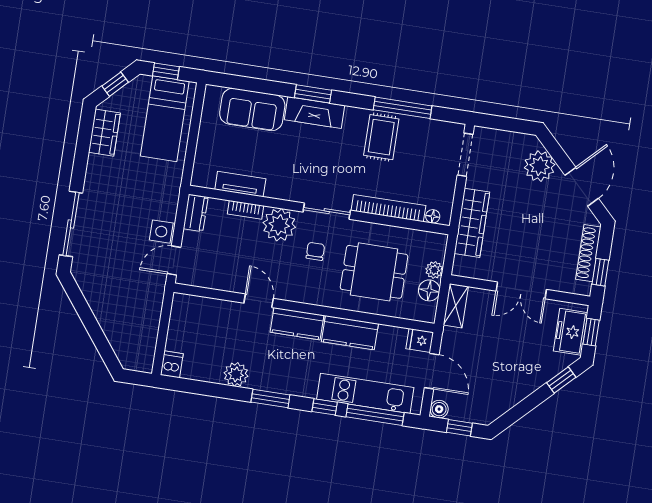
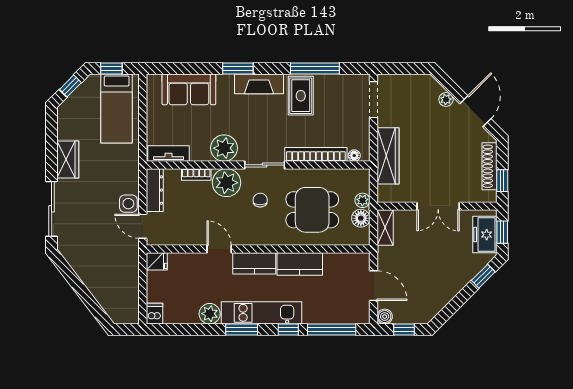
fireplace: (315, 113) -> (259, 84), moved
wardrobe: (104, 133) -> (68, 160), moved
plant: (539, 166) -> (446, 100), width x0.53, depth x0.53
tv unit: (240, 184) -> (169, 153), moved
plant: (283, 184) -> (224, 148), added
dresser: (196, 213) -> (155, 190), width x1.44
door: (174, 261) -> (143, 226), hinge flipped
fridge: (420, 340) -> (157, 261), moved, turned 180
kitchen unit: (365, 393) -> (261, 313), moved

